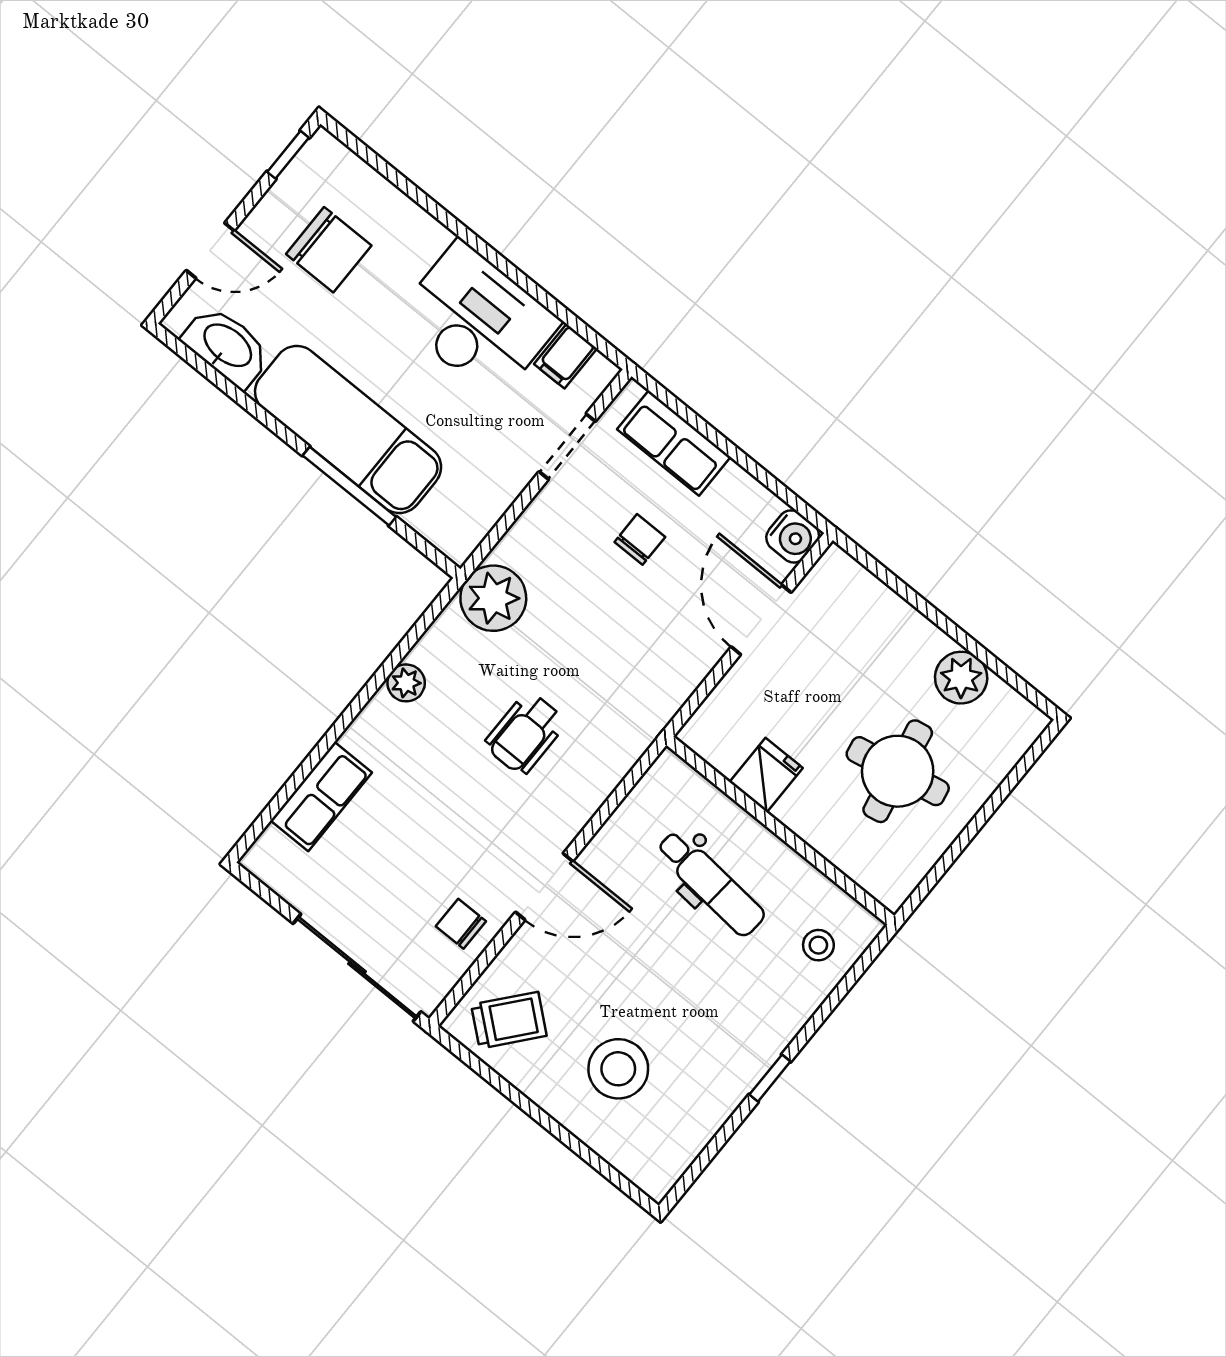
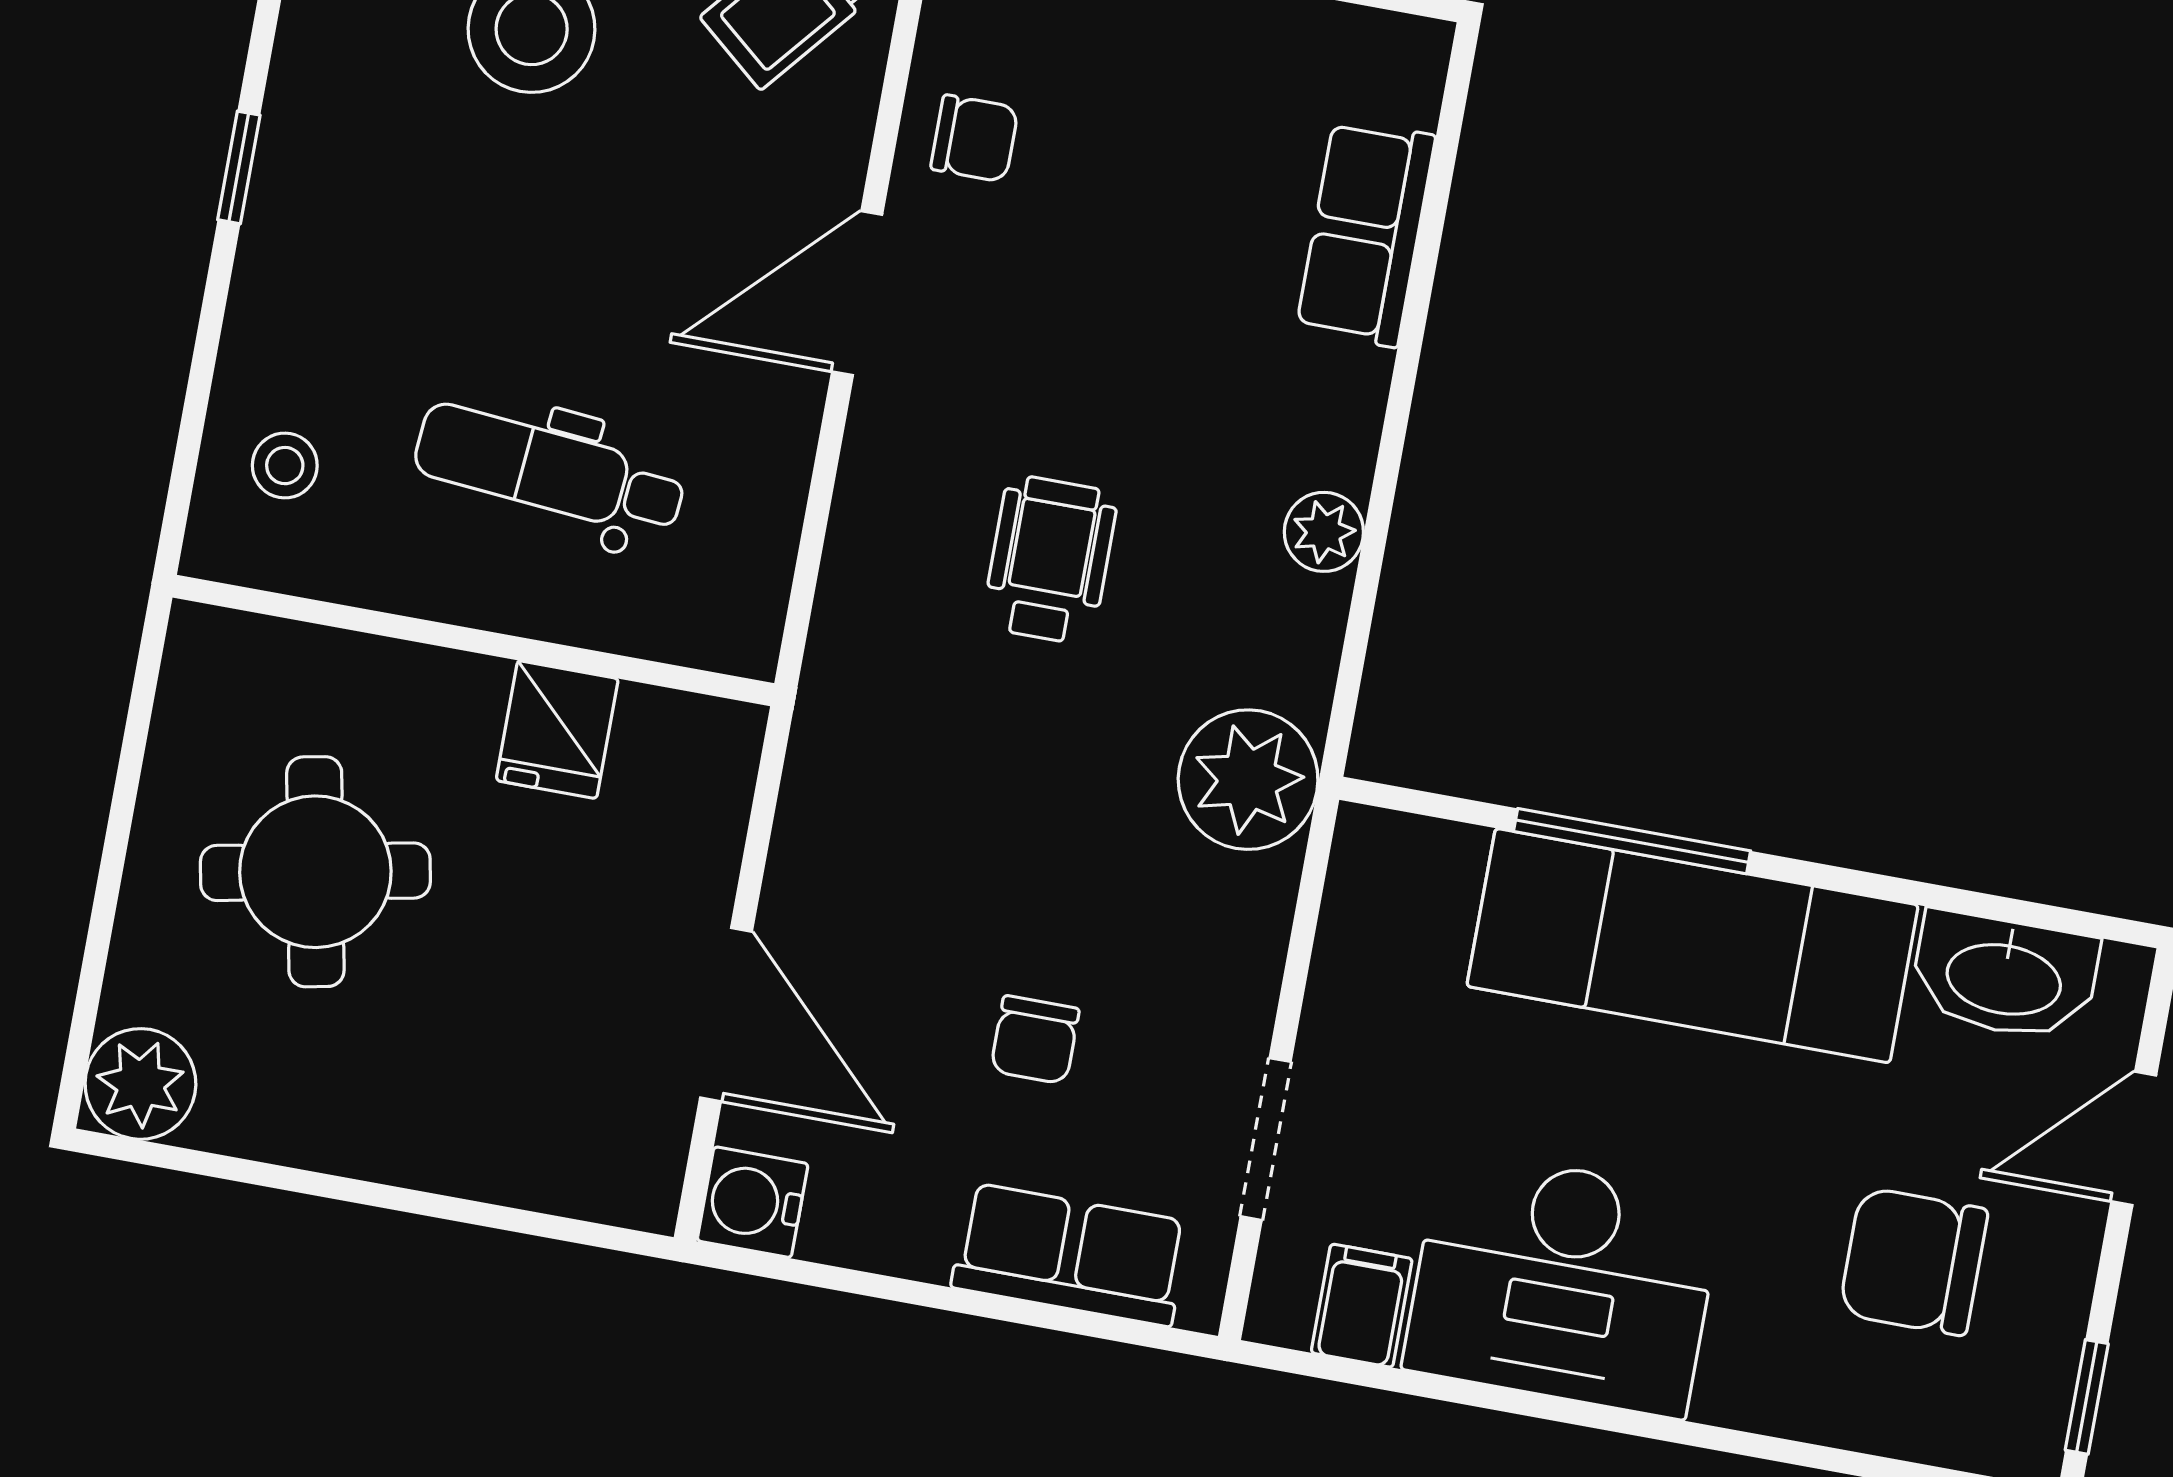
plant: (961, 678) -> (140, 1084), moved

